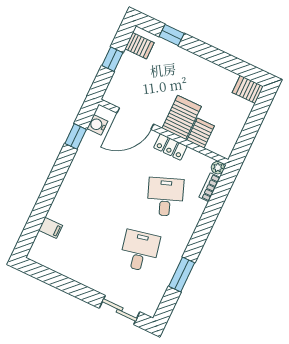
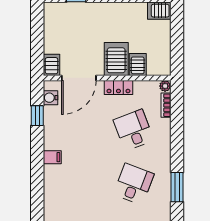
server rack: (140, 46) -> (52, 65), moved, turned -90
window: (112, 59) -> (37, 38), removed
filing cabinet: (51, 228) -> (52, 157), moved
desk: (140, 251) -> (134, 184), turned 33

